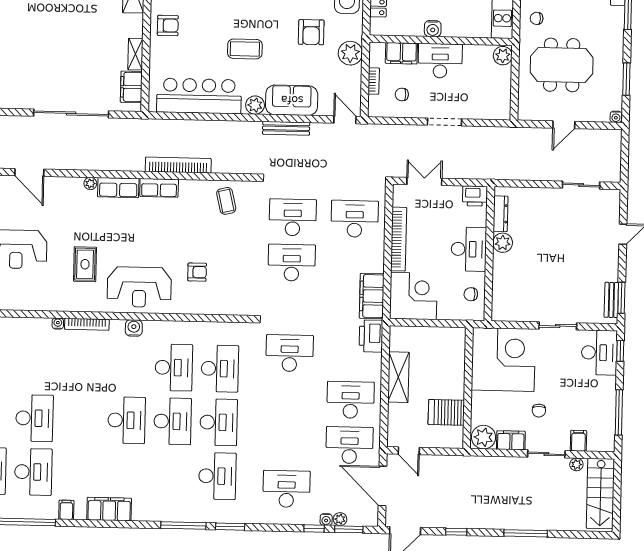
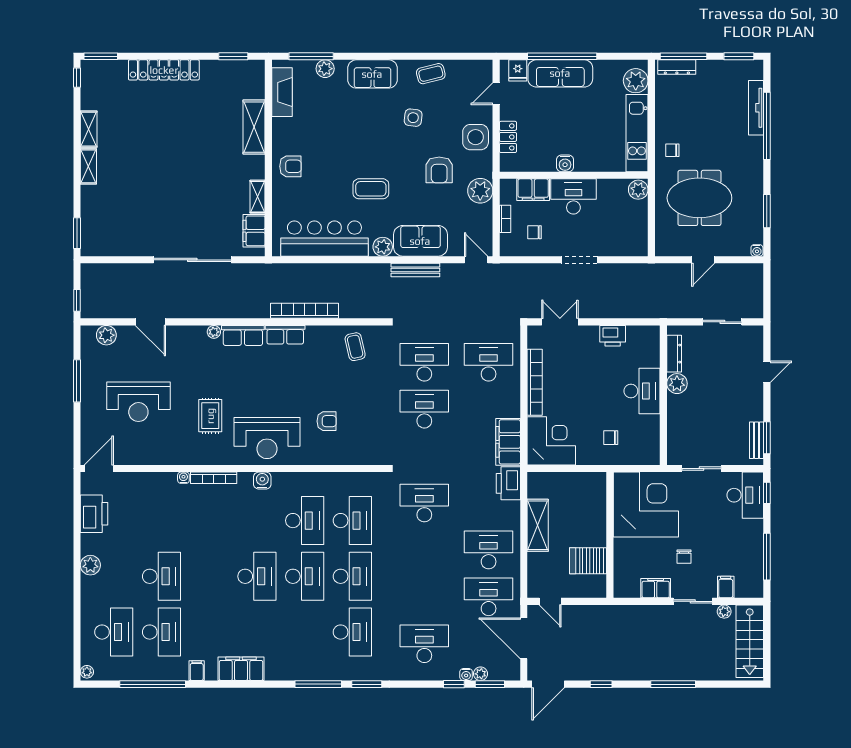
dresser: (501, 214) -> (674, 354), moved
plant: (503, 243) -> (677, 384), moved
desk: (469, 249) -> (642, 391), moved
wall: (489, 254) -> (663, 395), moved
plant: (483, 437) -> (627, 585), removed

